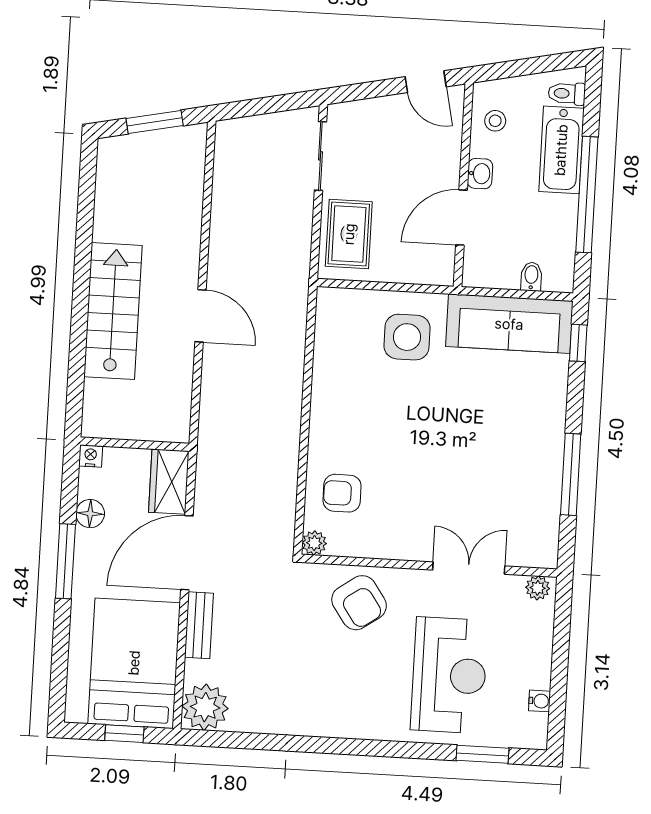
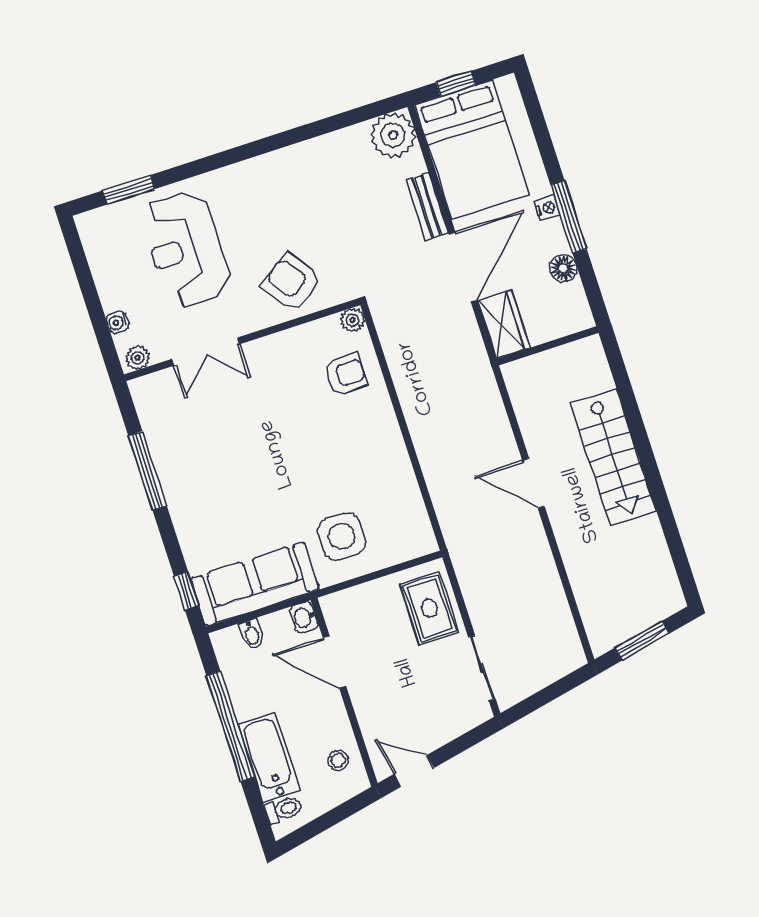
washbasin: (480, 174) -> (304, 617), moved
door: (462, 218) -> (334, 662), swing flipped
nightstand: (91, 456) -> (547, 208), moved, turned -90
water cooler: (540, 701) -> (117, 322), moved

